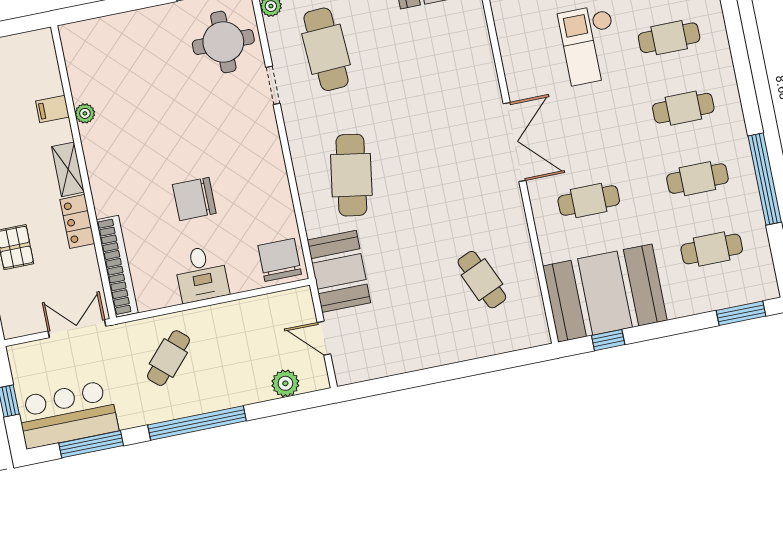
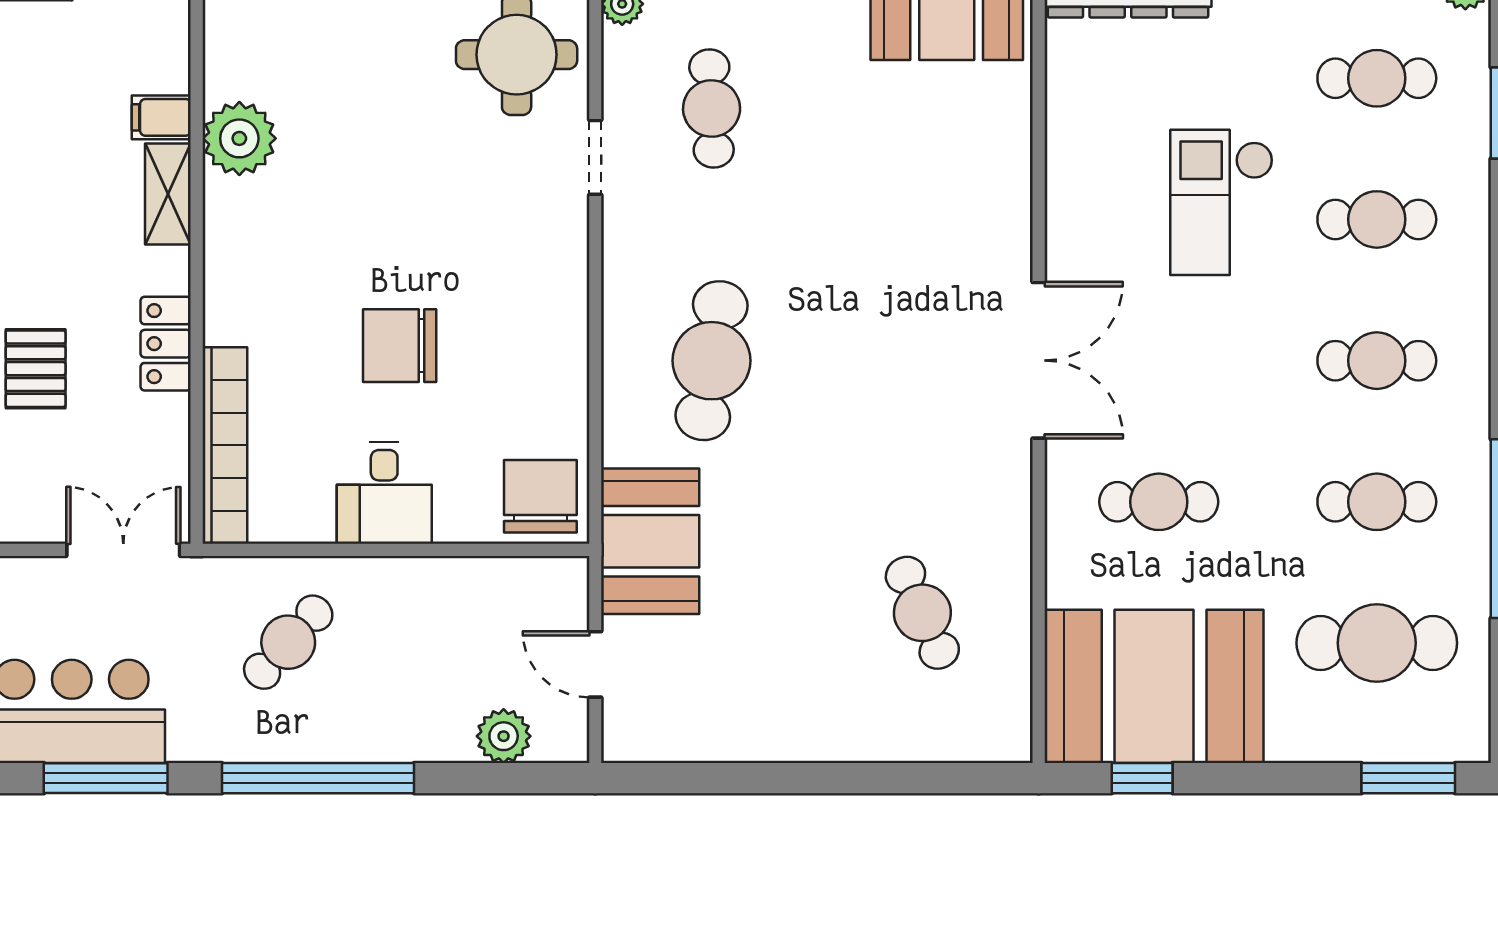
cafe table: (326, 49) -> (712, 108), width x0.73, depth x0.74
plant: (85, 113) -> (239, 138), width x1.88, depth x1.88
shelving: (68, 169) -> (168, 194), moved
cafe table: (712, 249) -> (1377, 643), width x1.37, depth x1.35

